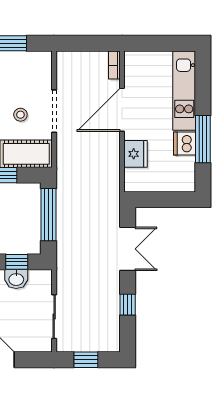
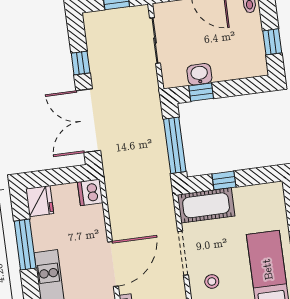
stool: (20, 115) -> (212, 281), moved
dishwasher: (185, 143) -> (90, 192), moved, turned 180
fridge: (136, 154) -> (40, 201), moved, turned 180
double door: (128, 249) -> (88, 121), width x1.37

